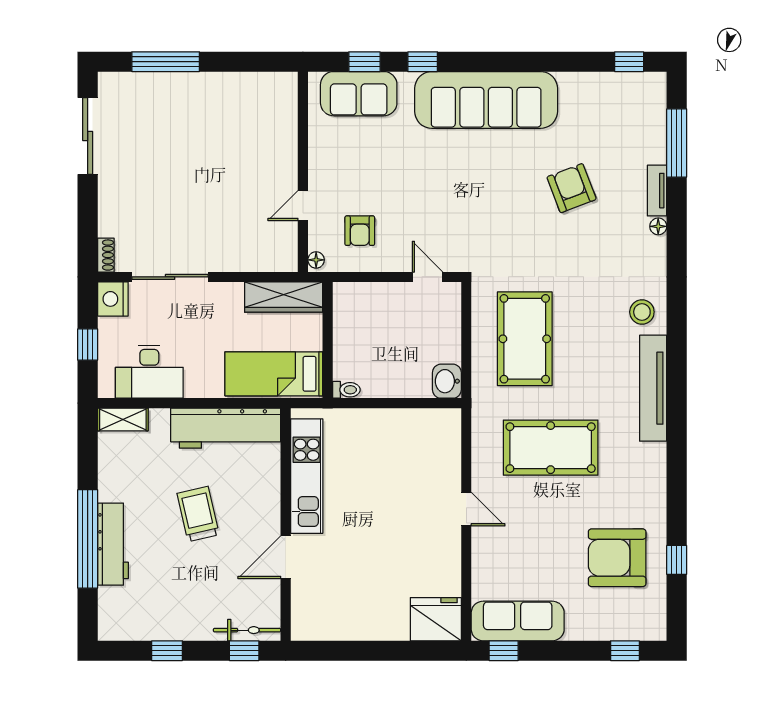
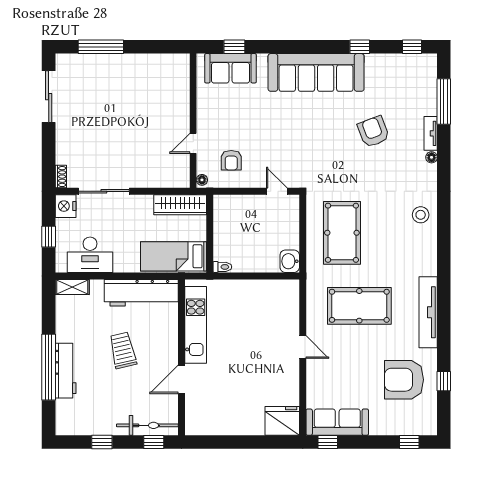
window: (423, 62) -> (360, 47), moved
tv unit: (653, 388) -> (428, 312), moved
bicycle: (247, 630) -> (147, 425), width x1.37, depth x1.40

